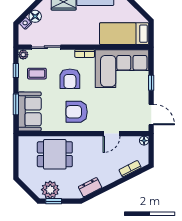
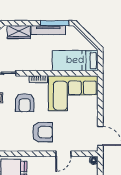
window: (151, 83) -> (100, 106), removed
armchair: (77, 112) -> (42, 132), moved, turned 180

